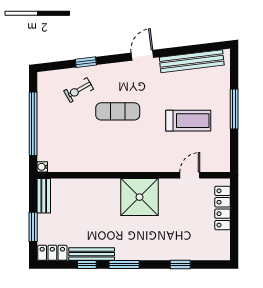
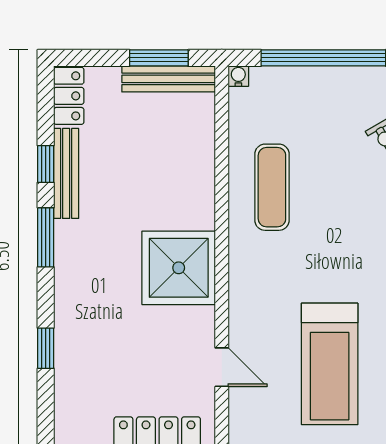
exercise mat: (118, 111) -> (272, 187), moved
treadmill: (188, 121) -> (330, 364), width x1.37, depth x1.38
bench: (44, 196) -> (169, 79), width x1.36
window: (33, 227) -> (159, 58), moved

